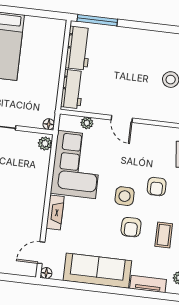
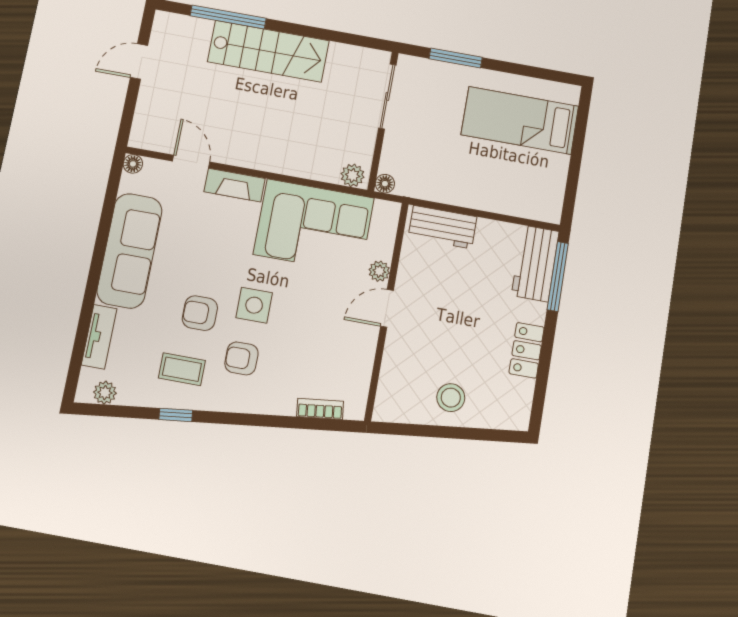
locker: (141, 37) -> (527, 350), added
workbench: (78, 48) -> (535, 263), moved, turned 90
plant: (87, 123) -> (379, 271), moved
armchair: (157, 187) -> (241, 358), moved
door: (41, 253) -> (191, 161), moved

